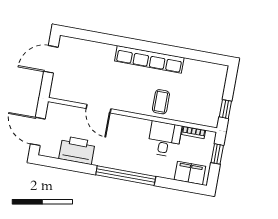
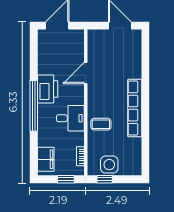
side table: (209, 101) -> (109, 165), added
desk: (164, 139) -> (70, 118), moved
printer: (77, 150) -> (48, 89), moved

